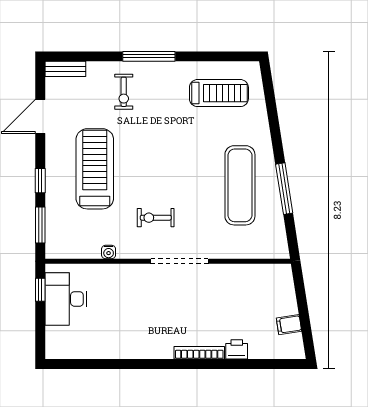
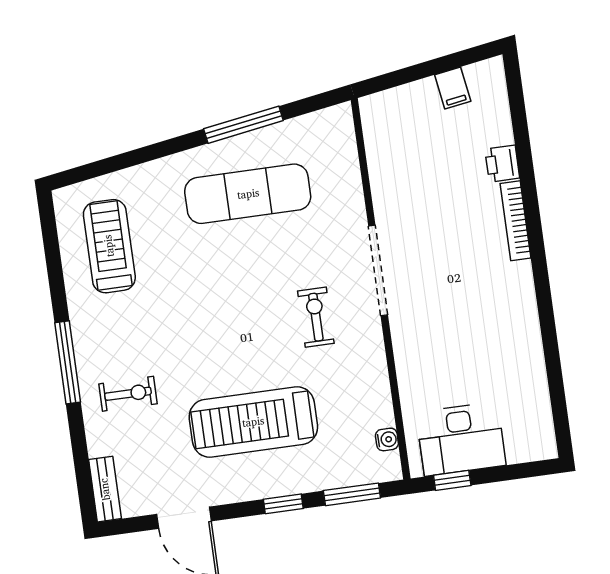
exercise bike: (156, 218) -> (316, 317), turned 180
water cooler: (109, 252) -> (387, 439), moved

